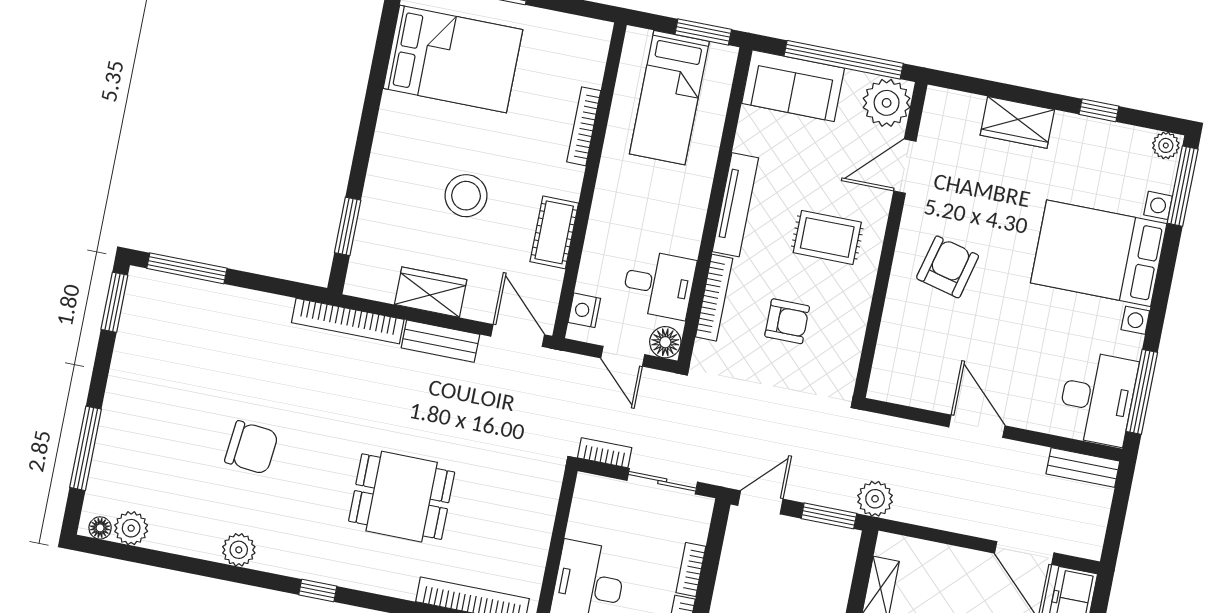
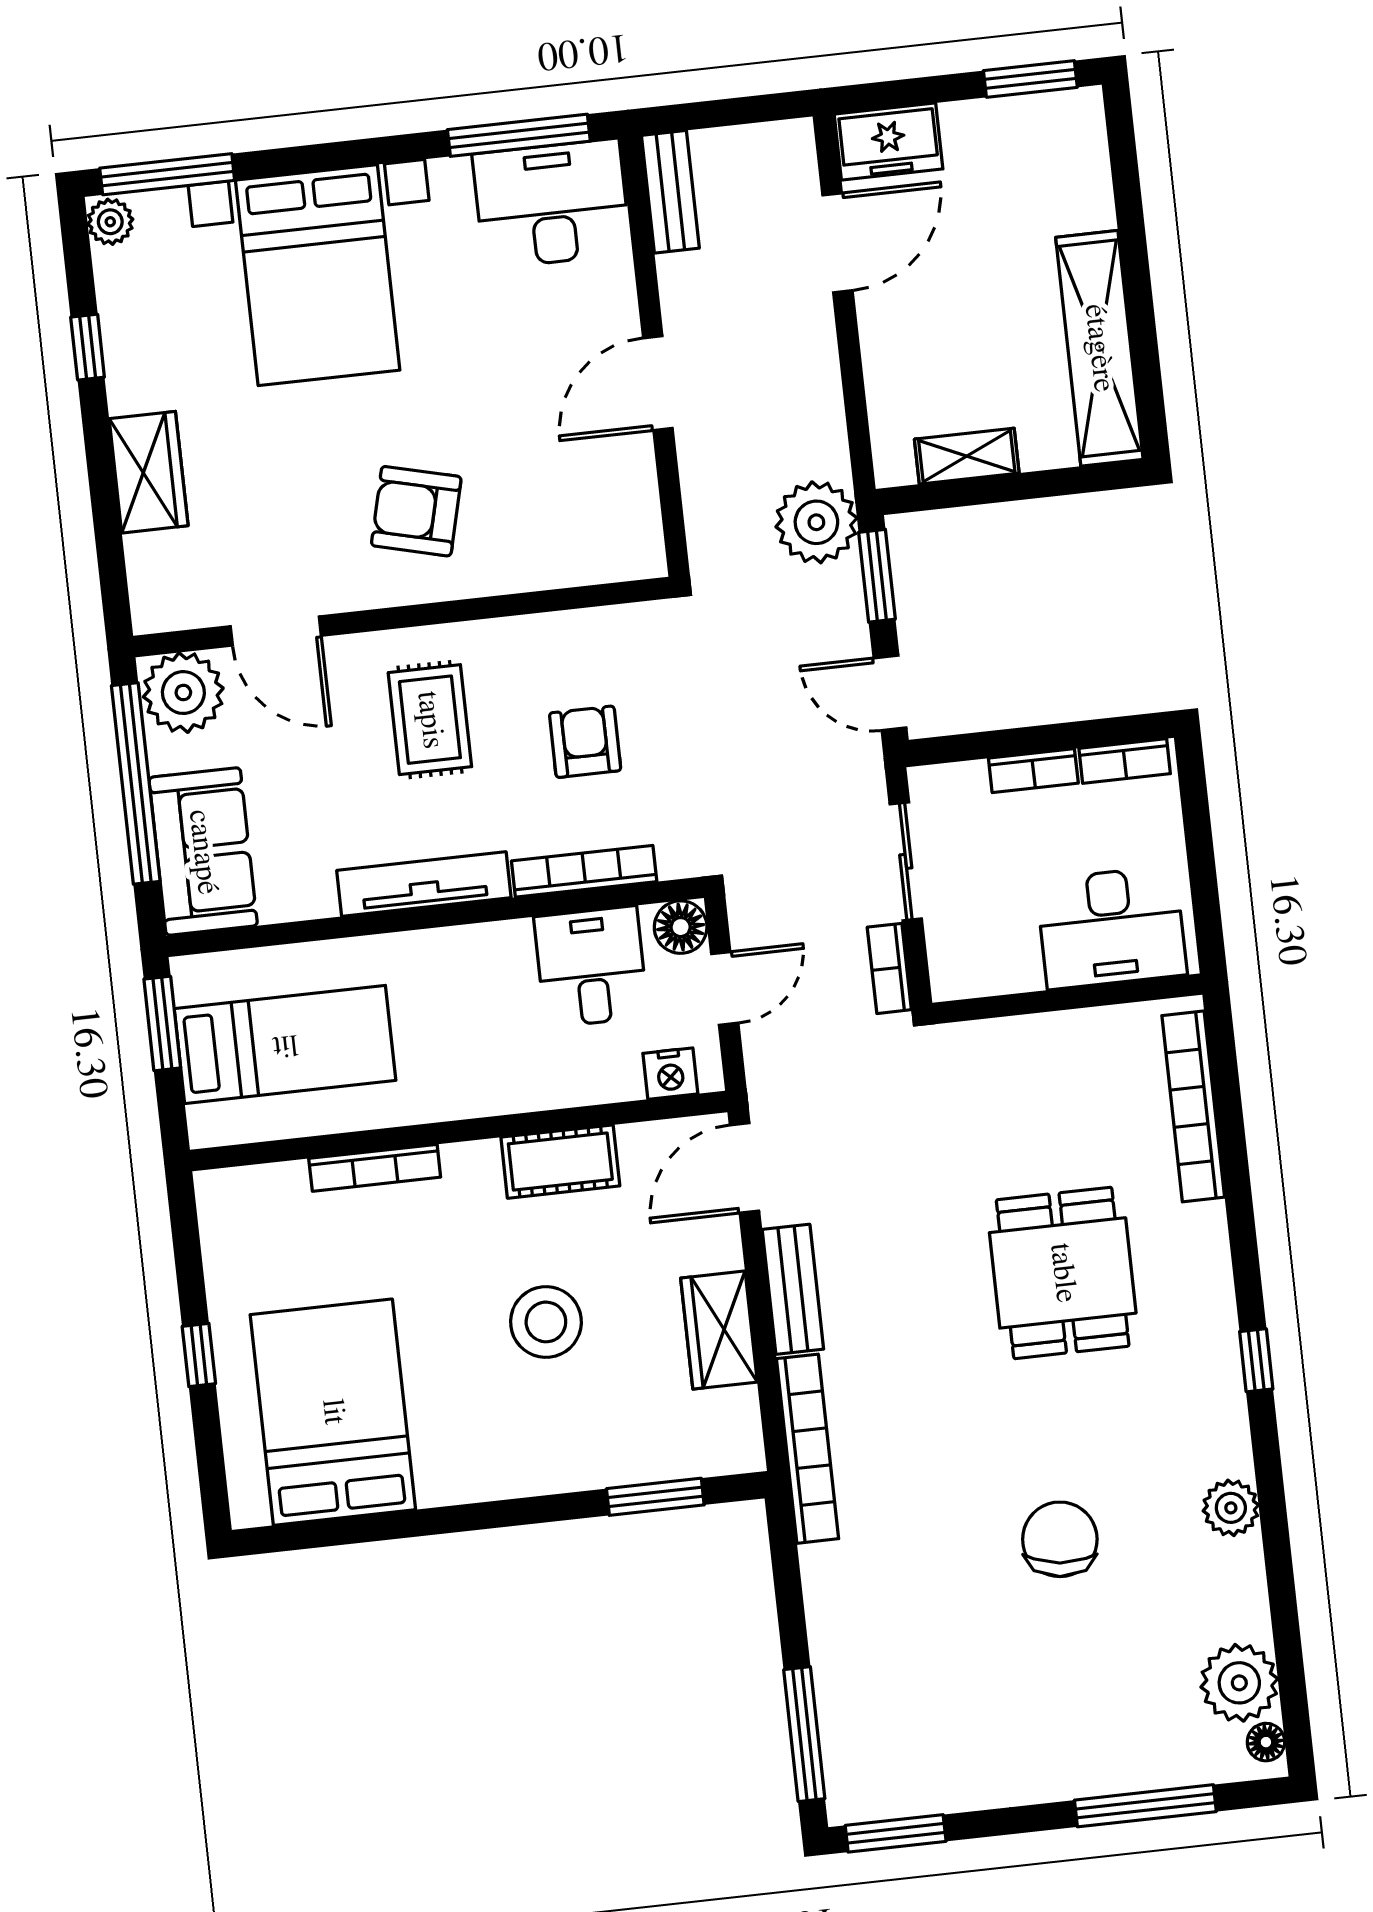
plant: (875, 499) -> (816, 522), width x1.36, depth x1.36
plant: (131, 528) -> (1239, 1683), width x1.36, depth x1.36

